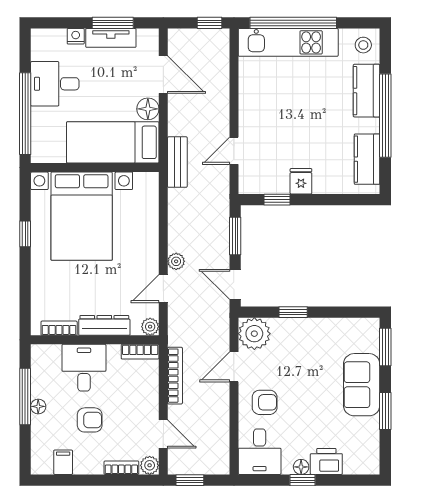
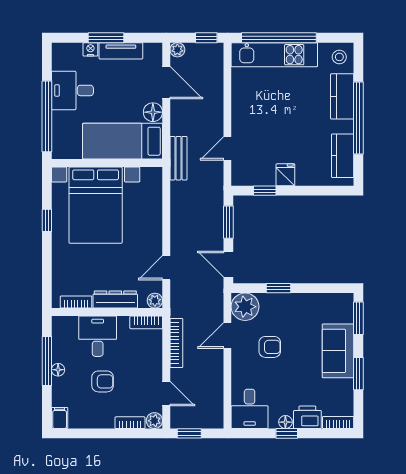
window: (113, 23) -> (106, 38), moved
plant: (176, 261) -> (177, 50), moved
armchair: (265, 402) -> (270, 347), moved
filing cabinet: (63, 462) -> (60, 418), moved
bookcase: (362, 467) -> (338, 422), added

